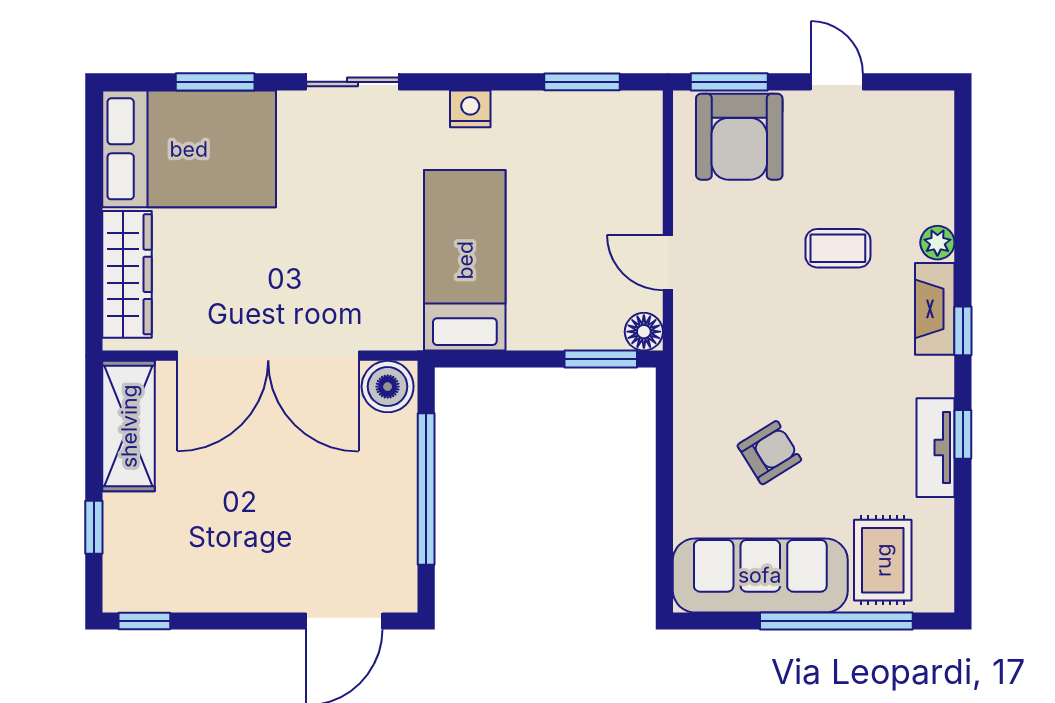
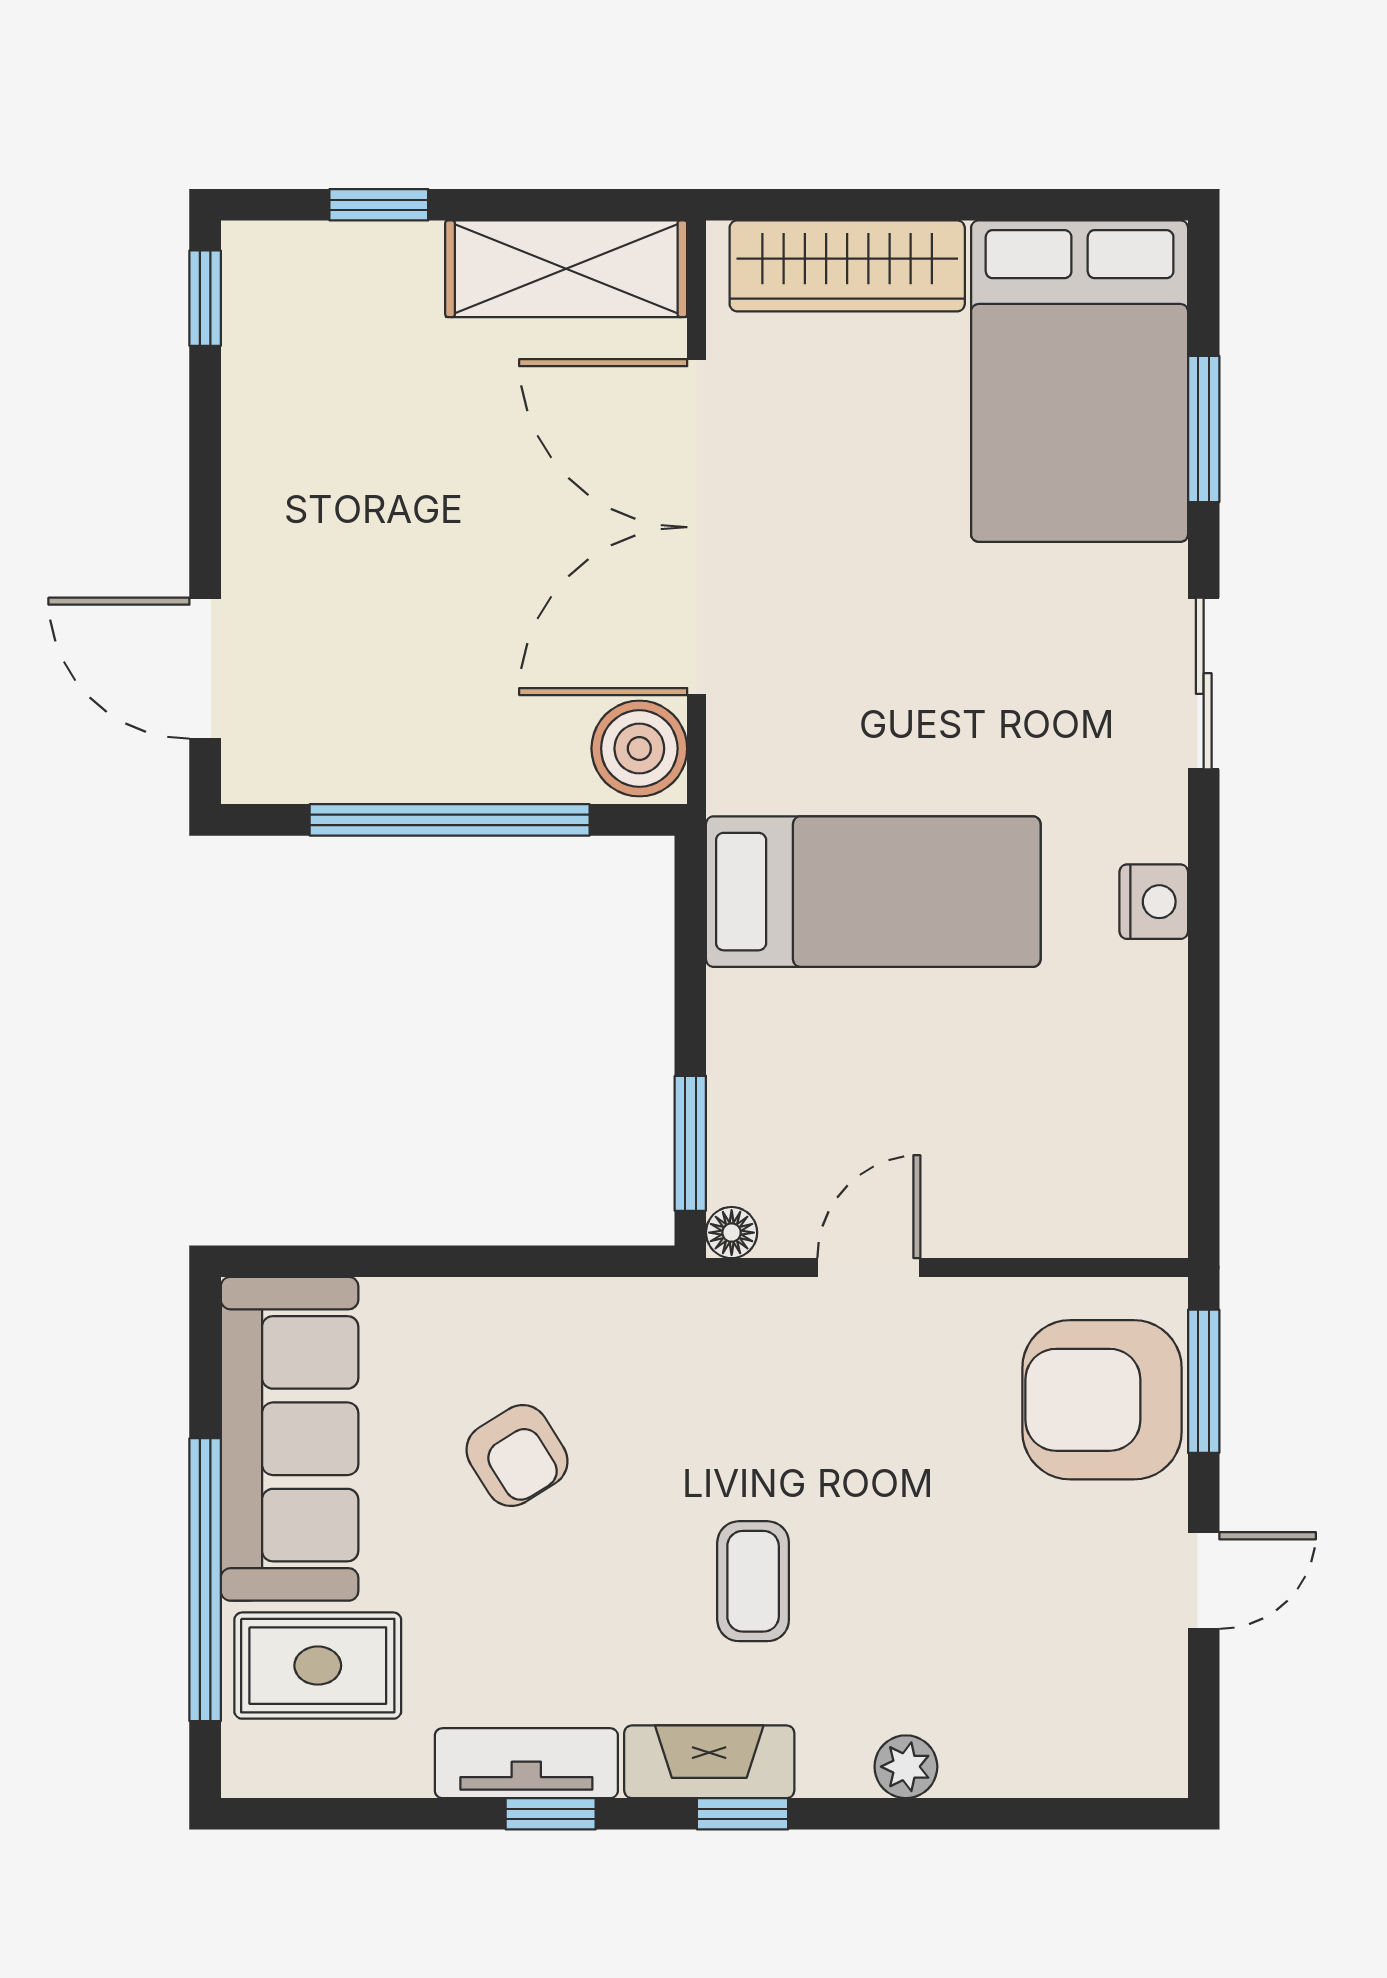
window: (582, 82) -> (1204, 1108), removed
coffee table: (838, 248) -> (753, 1581), moved
fireplace: (935, 309) -> (709, 1762), moved
floor lamp: (644, 332) -> (732, 1233), width x0.73, depth x0.73

